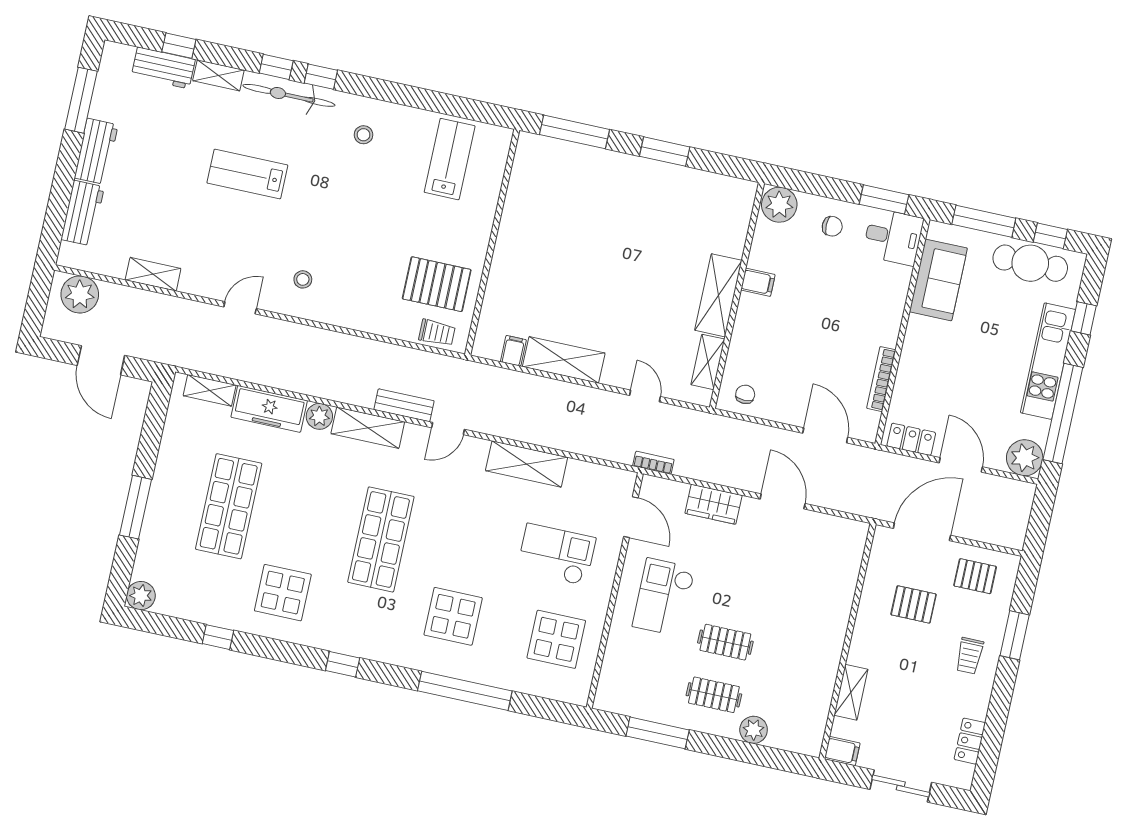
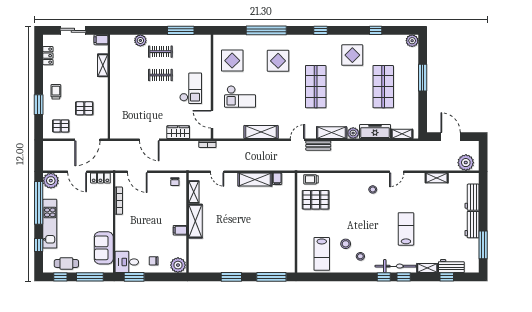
stool: (391, 170) -> (346, 244), added
lab bench: (247, 174) -> (406, 229), turned -90
cafe table: (1030, 263) -> (66, 263), width x0.73, depth x0.74

